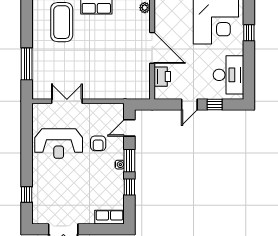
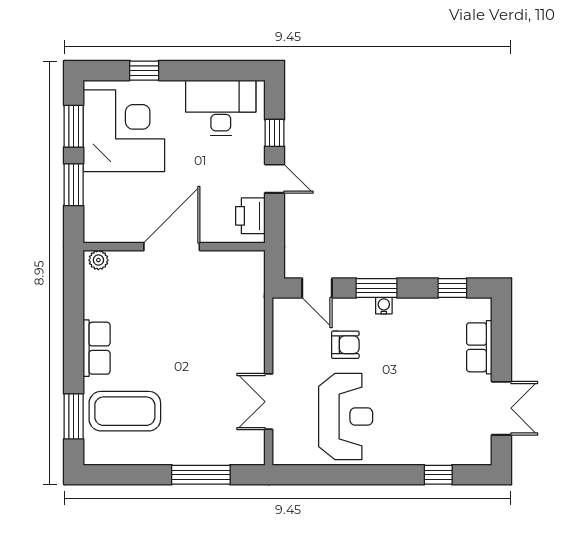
printer: (162, 77) -> (250, 216), moved, turned -90
window: (129, 187) -> (452, 288), moved
row of seats: (110, 217) -> (479, 347), moved

